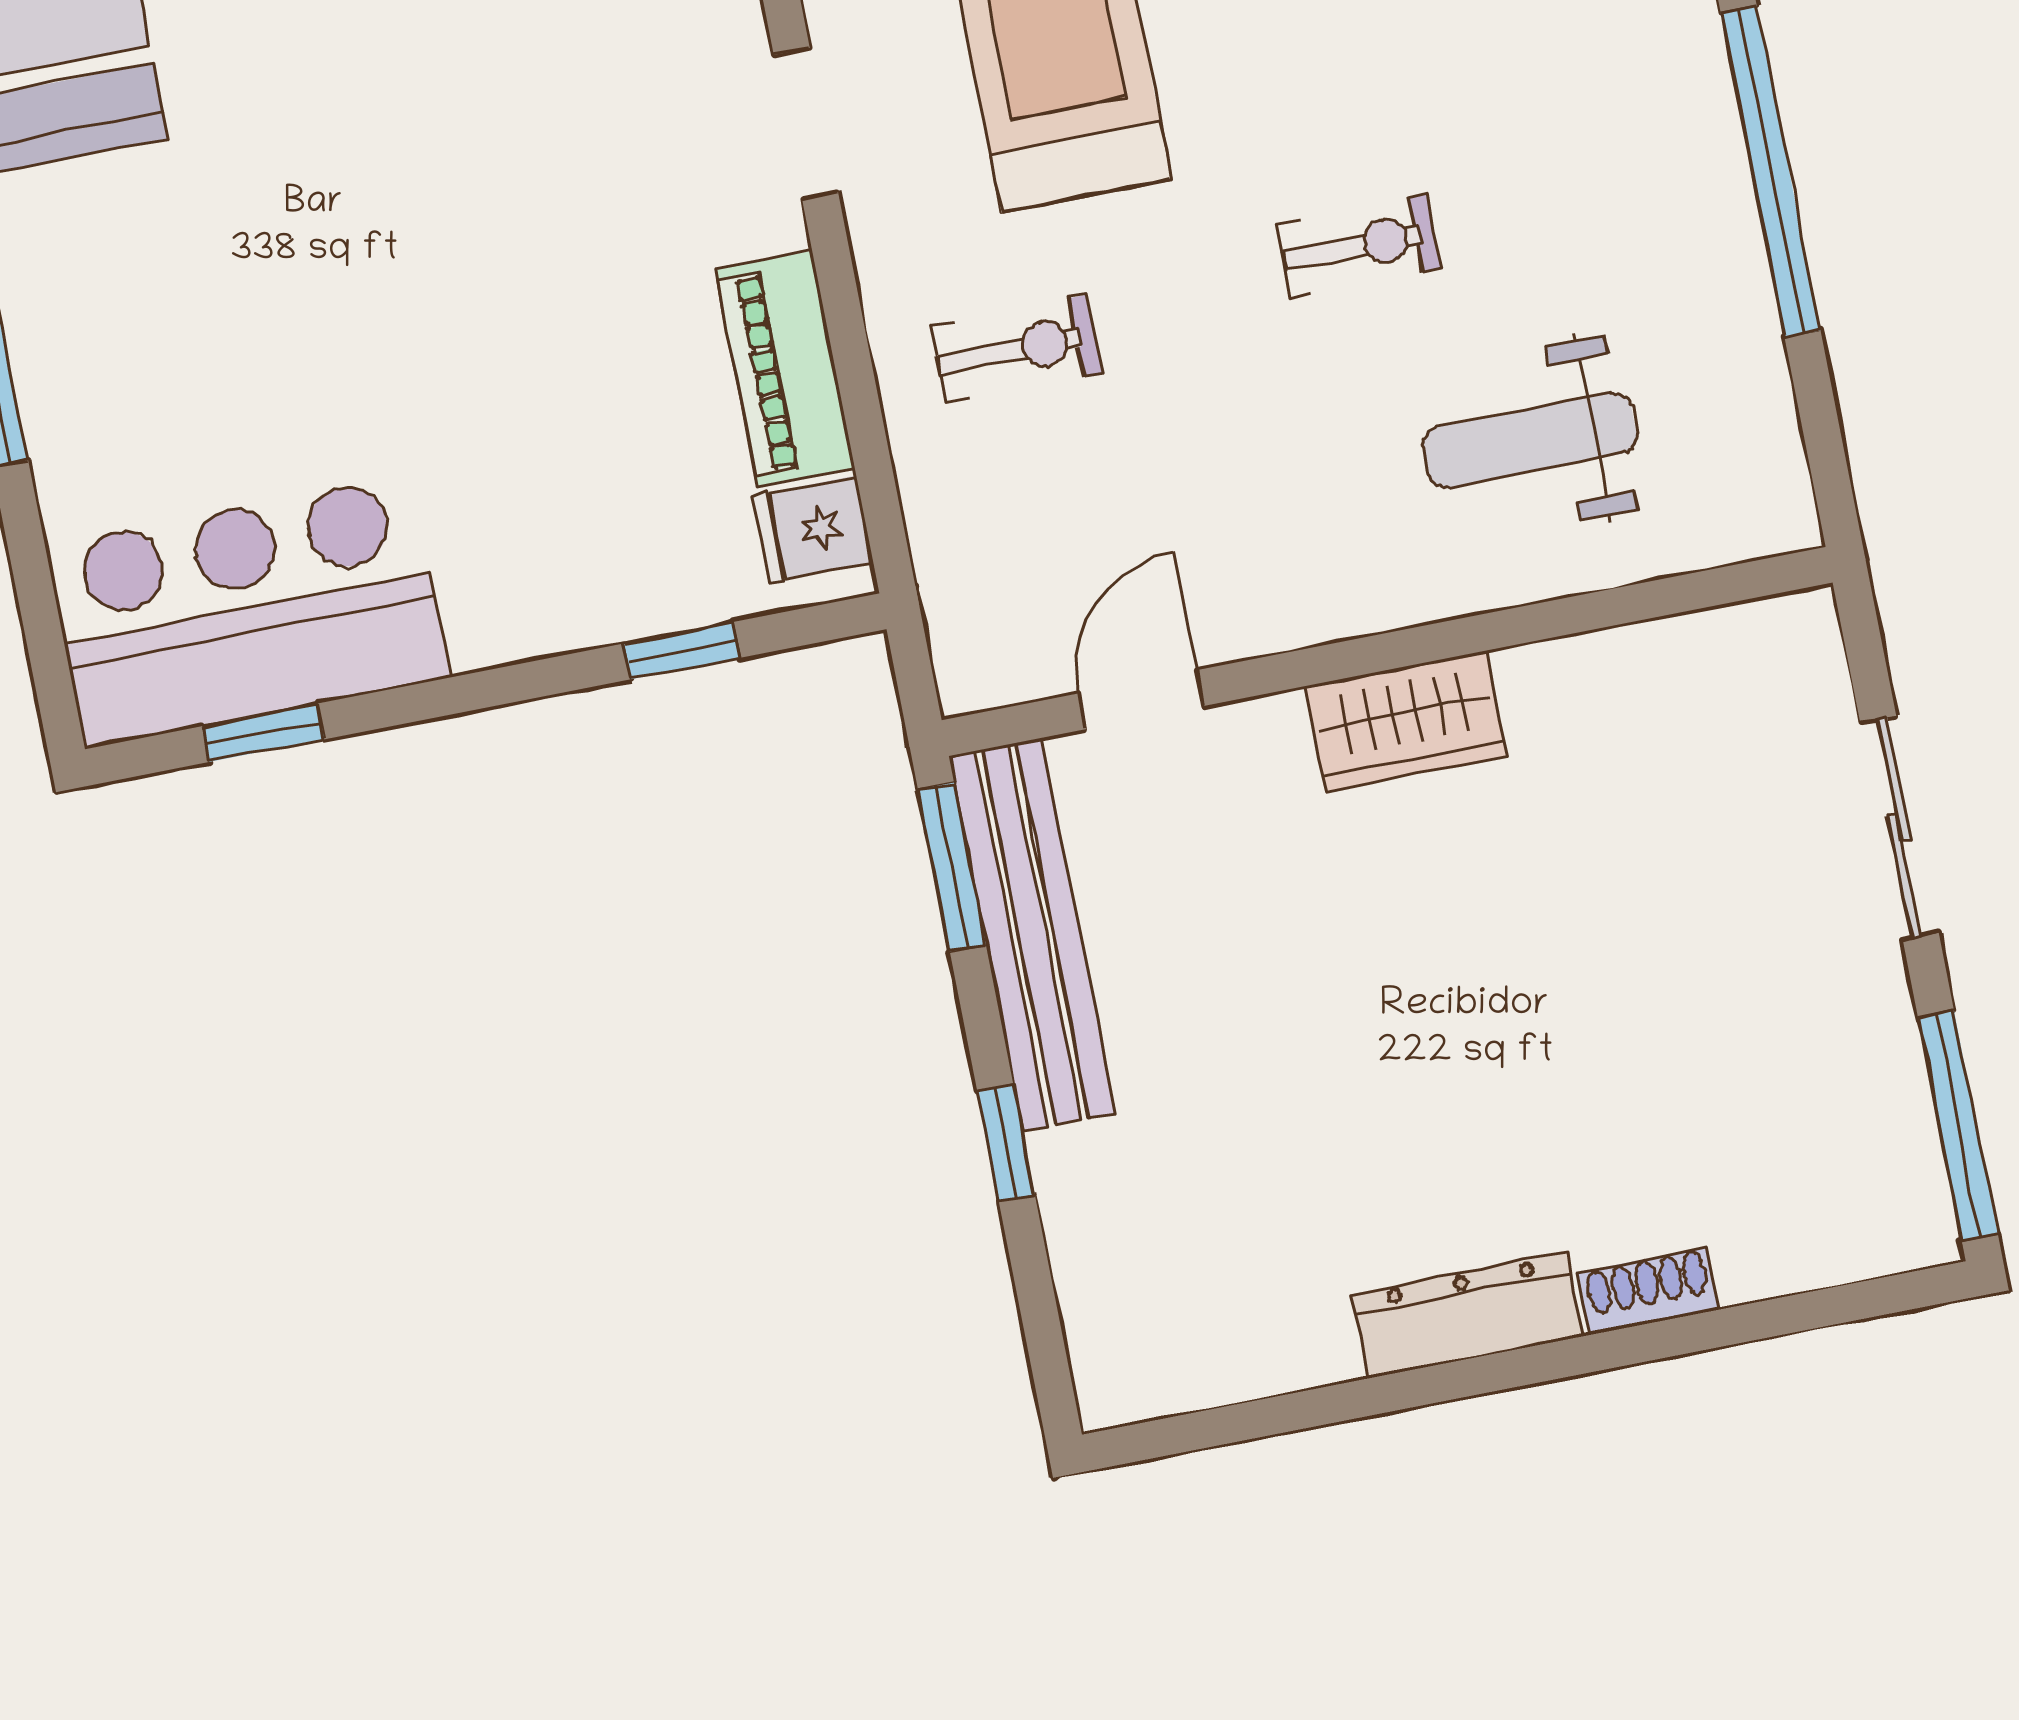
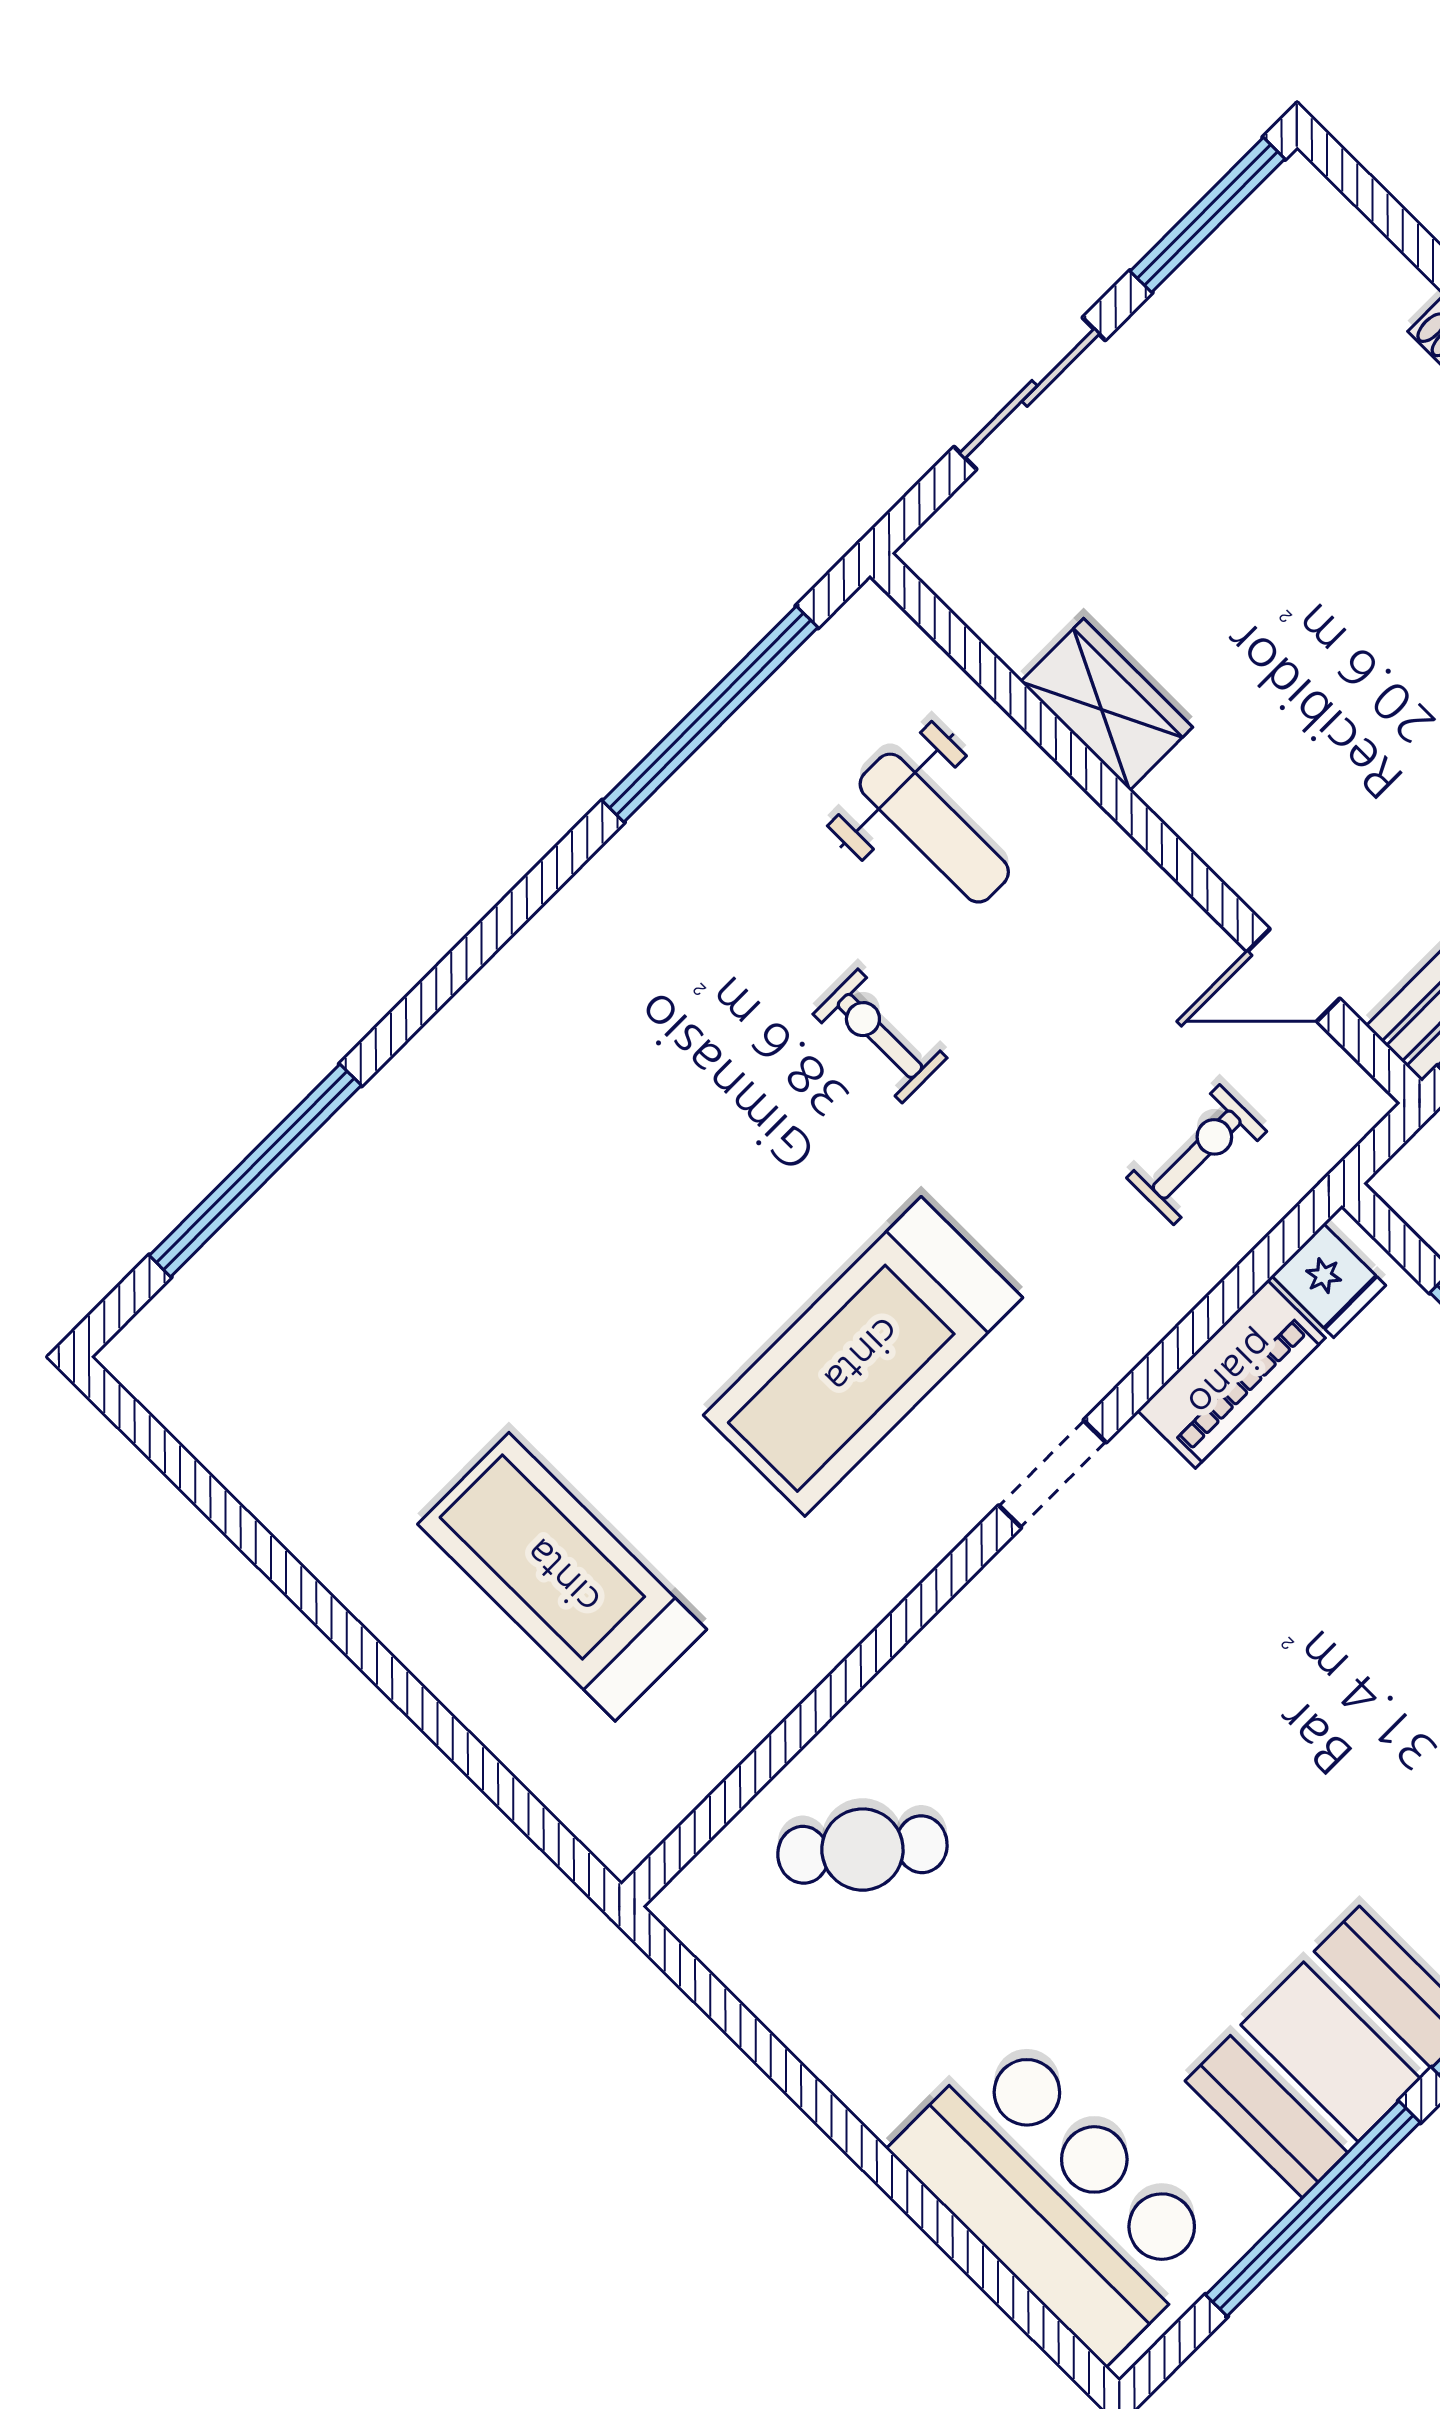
window: (1771, 172) -> (710, 714), moved
exercise bike: (1017, 349) -> (1197, 1155), moved, turned 90
wardrobe: (1406, 721) -> (1107, 704), moved

